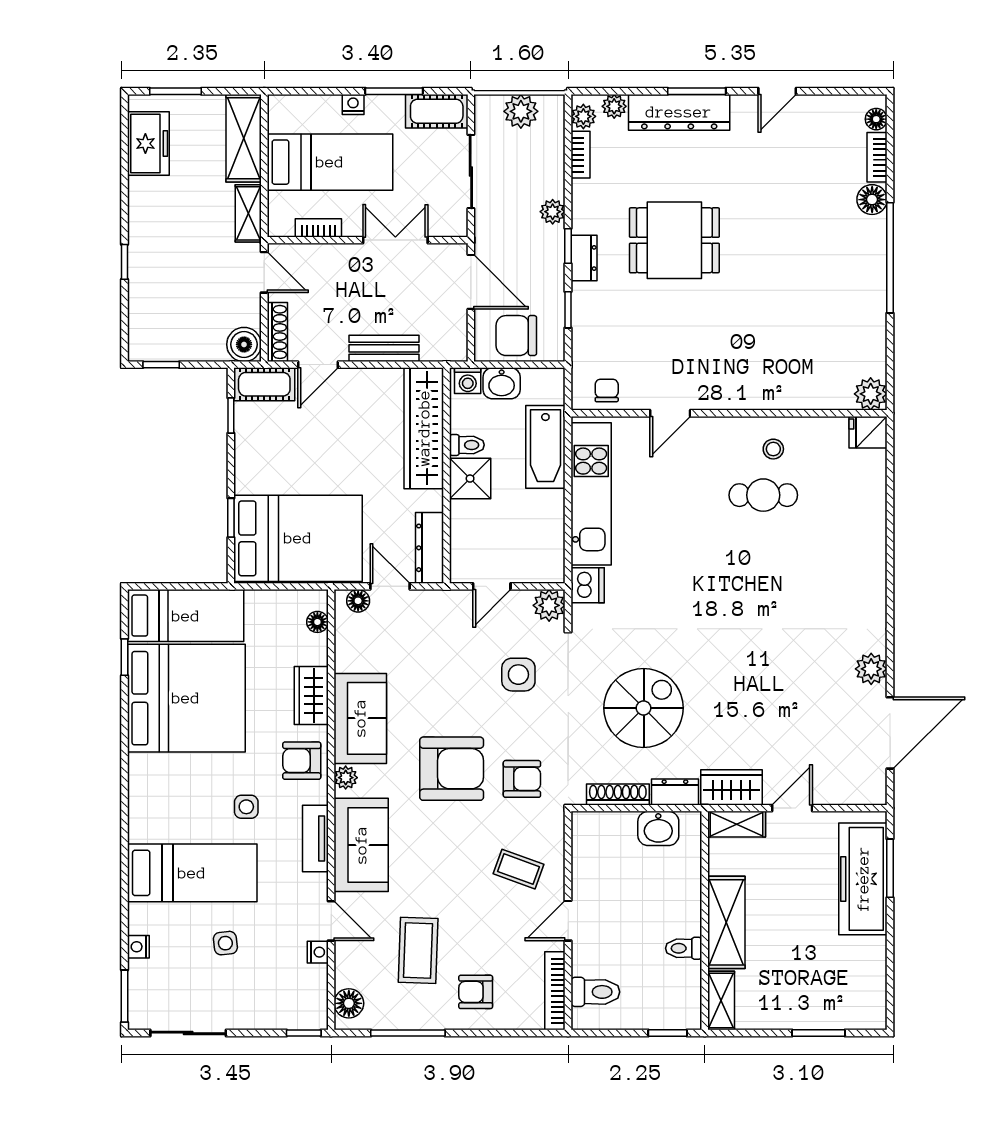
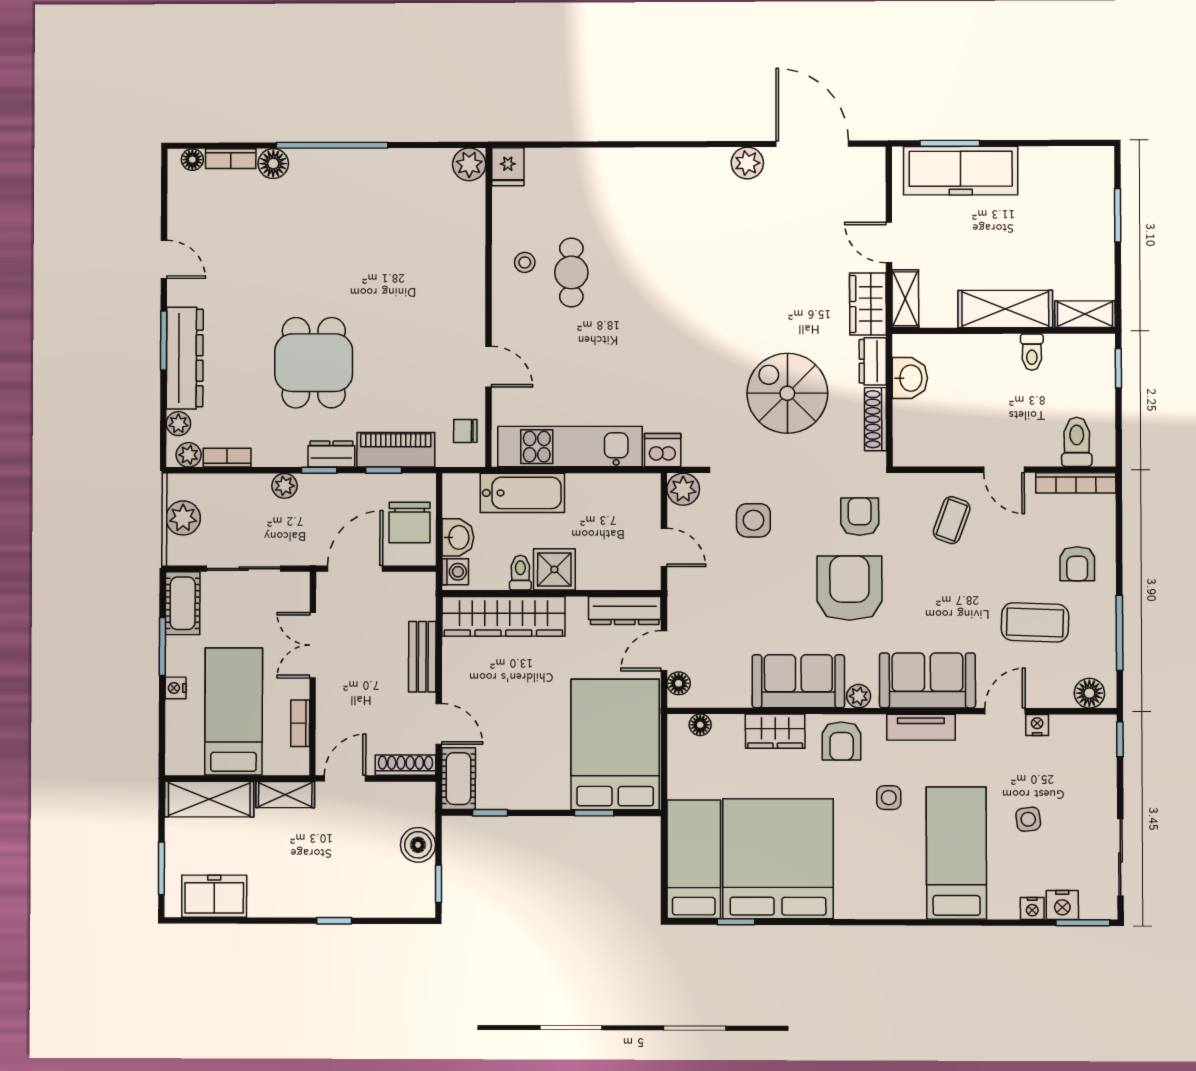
piano: (588, 322) -> (396, 450), added
boiler: (244, 344) -> (418, 845), moved
nightstand: (142, 976) -> (1062, 905), added

